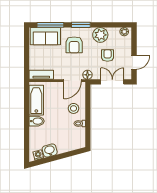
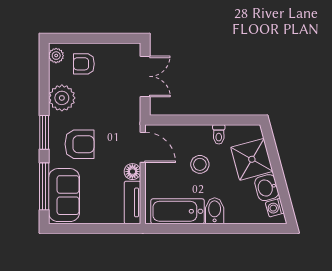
armchair: (108, 56) -> (84, 64), moved
door: (134, 62) -> (111, 38), removed
floor lamp: (87, 75) -> (132, 172), moved
double door: (112, 82) -> (145, 76), swing flipped
stool: (74, 108) -> (200, 164), moved
shower: (66, 142) -> (252, 159), added

